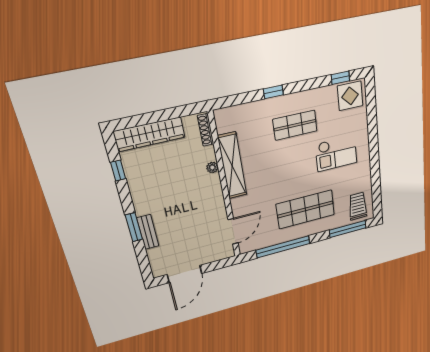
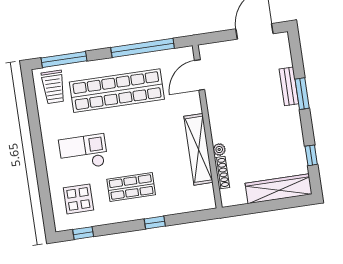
display table: (350, 96) -> (78, 199), moved
shoe rack: (206, 130) -> (222, 173), moved
shop shelf: (305, 209) -> (117, 91), width x1.40

